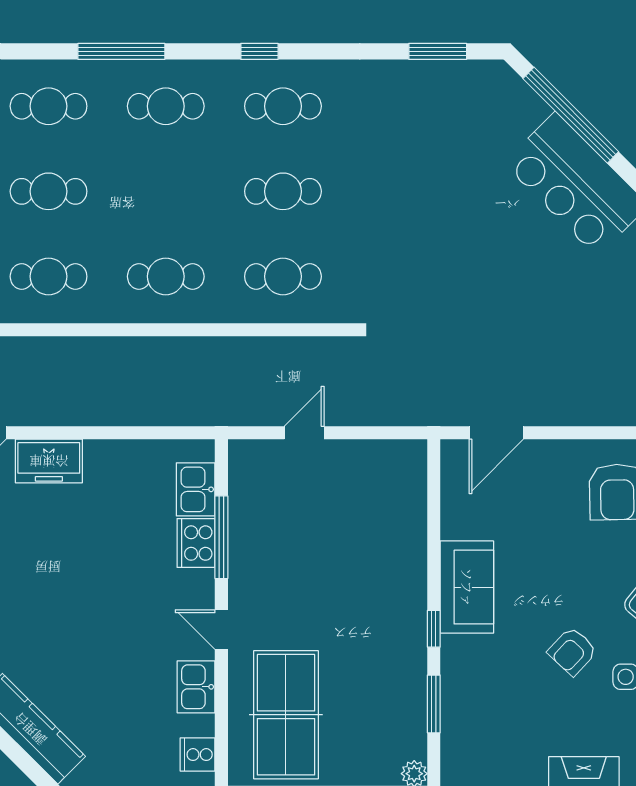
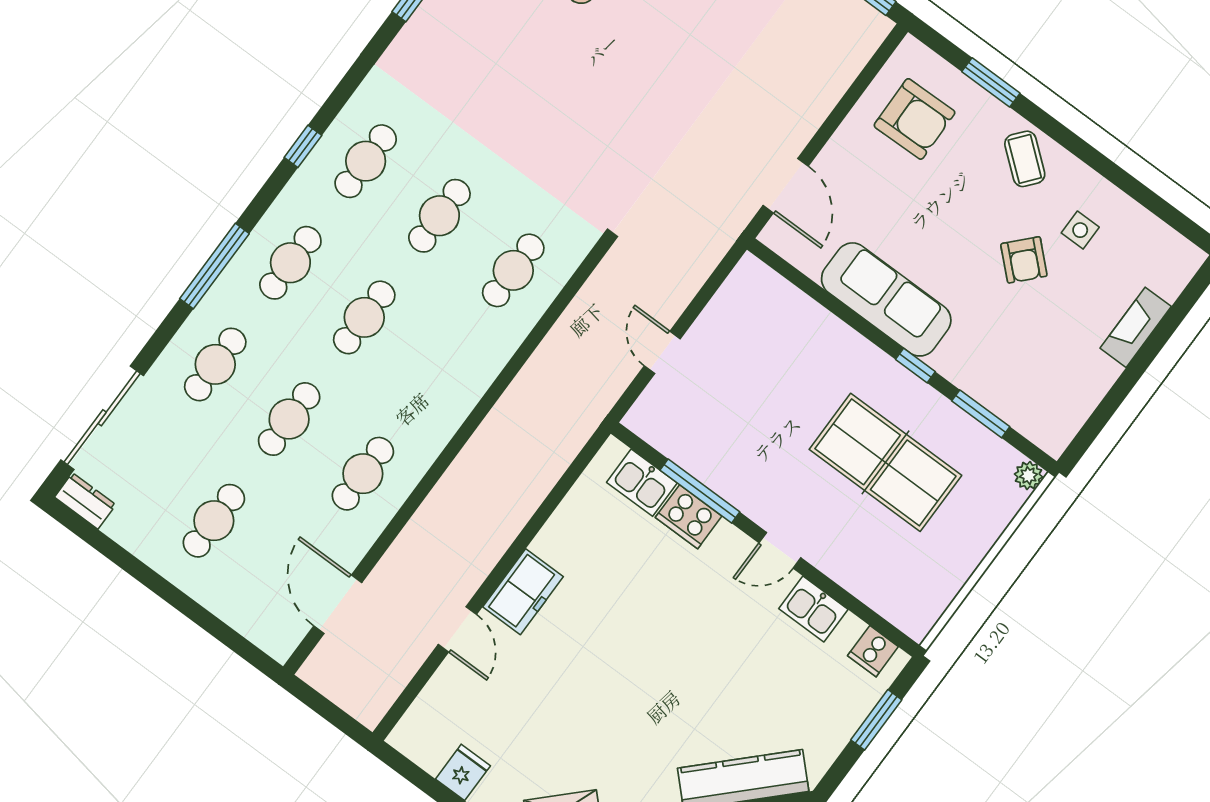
cafe table: (166, 276) -> (364, 317), moved
sofa: (467, 587) -> (886, 299), width x1.36
table tennis table: (286, 715) -> (885, 462), moved

